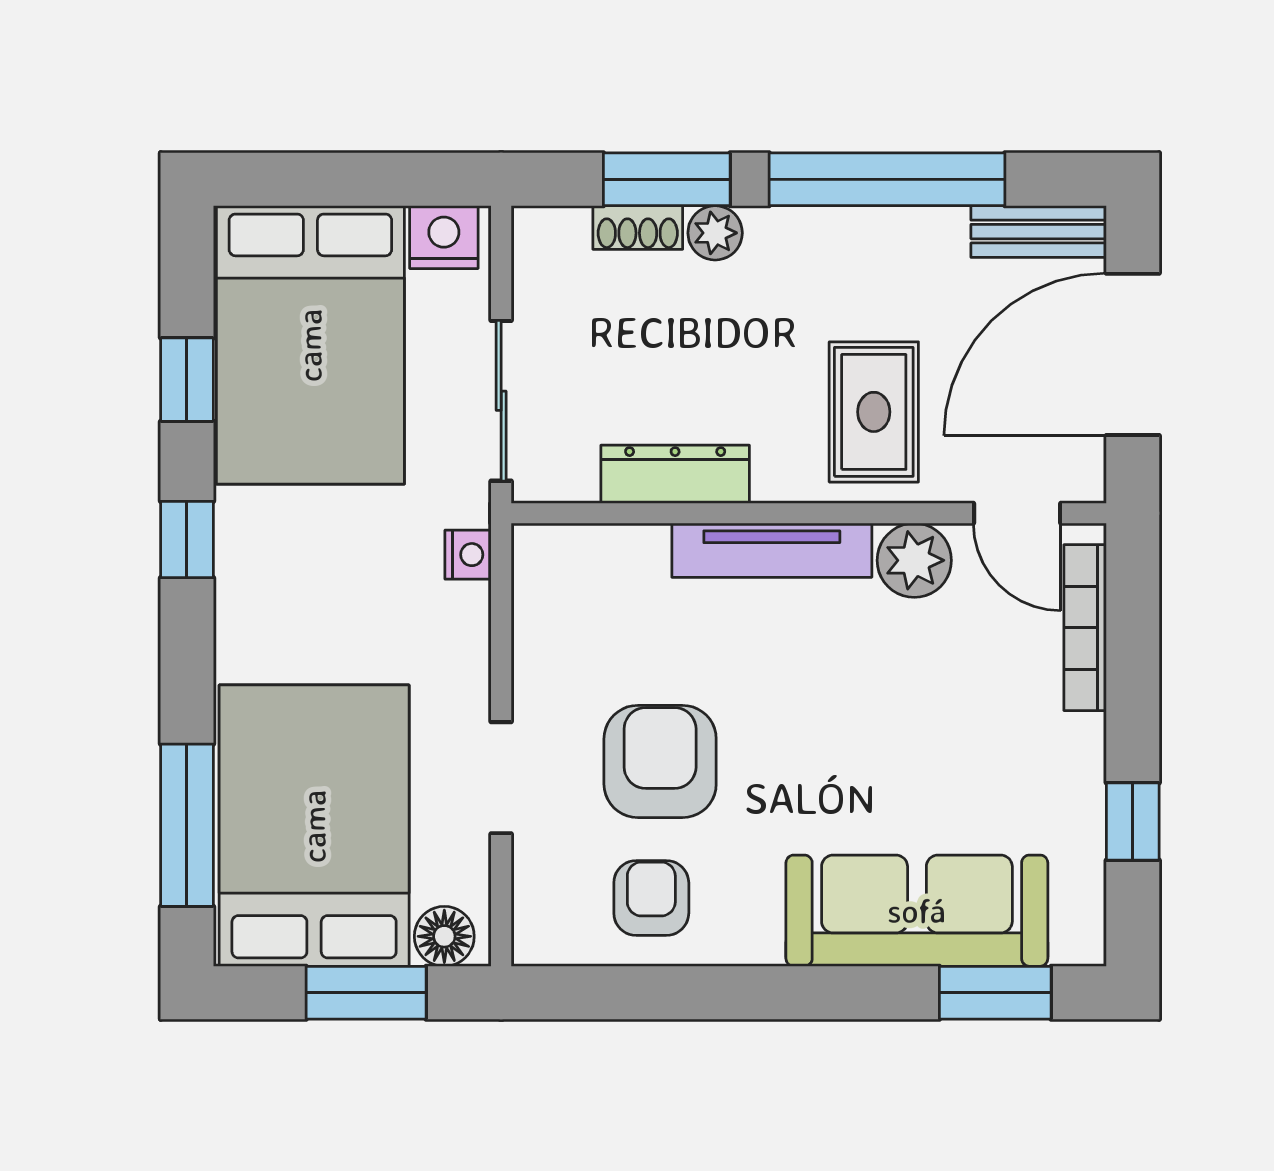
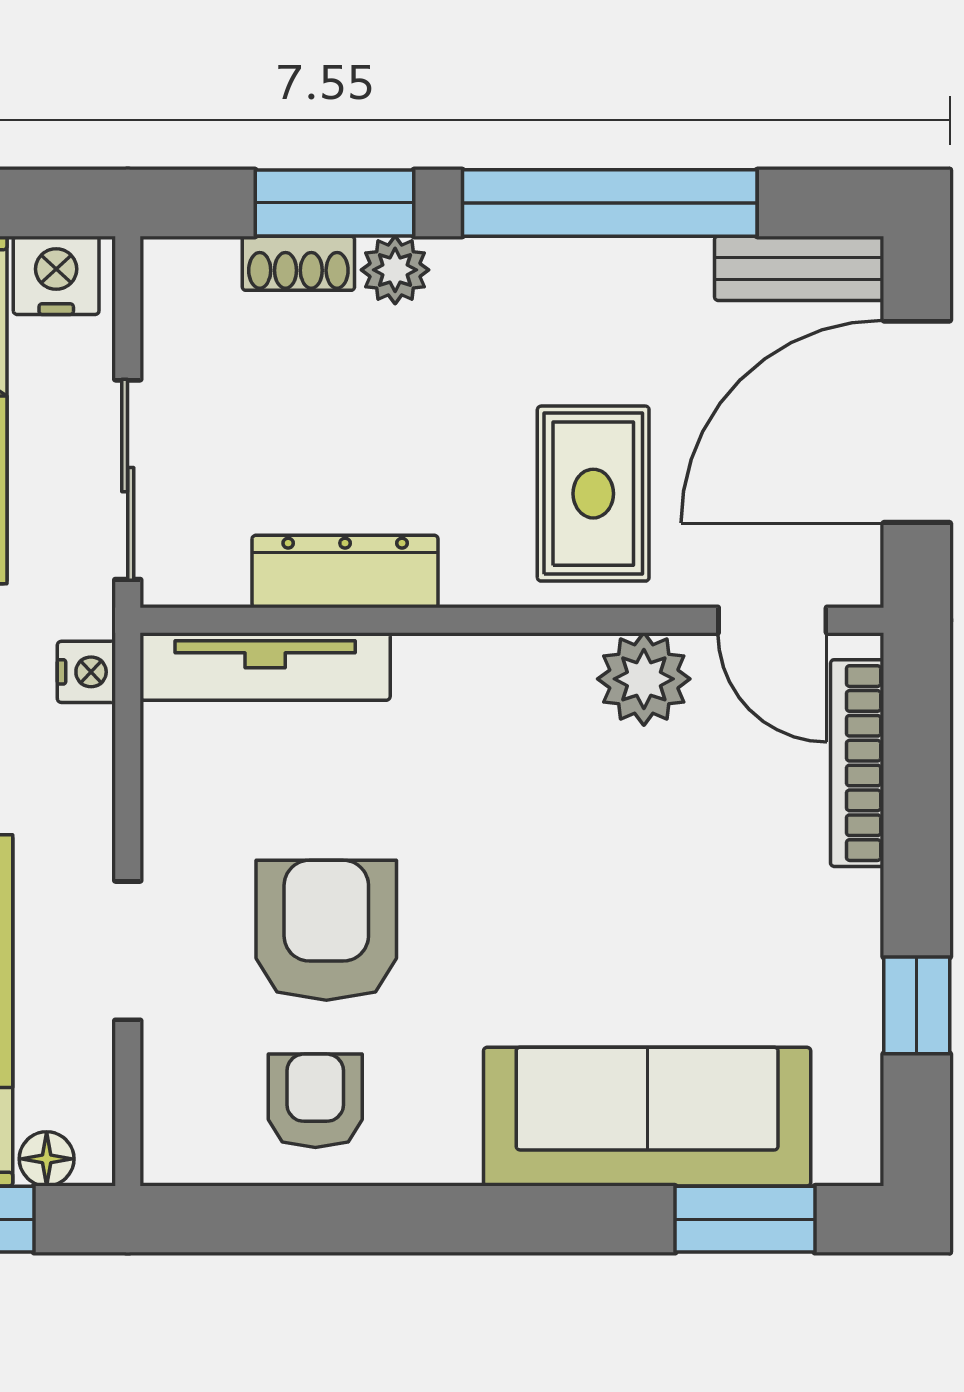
tv unit: (772, 550) -> (265, 666), moved
floor lamp: (444, 936) -> (47, 1159), width x0.73, depth x0.73

